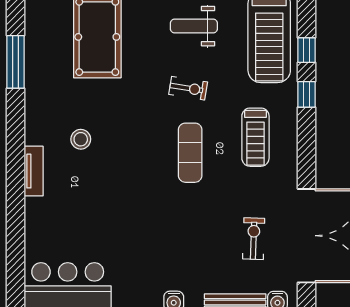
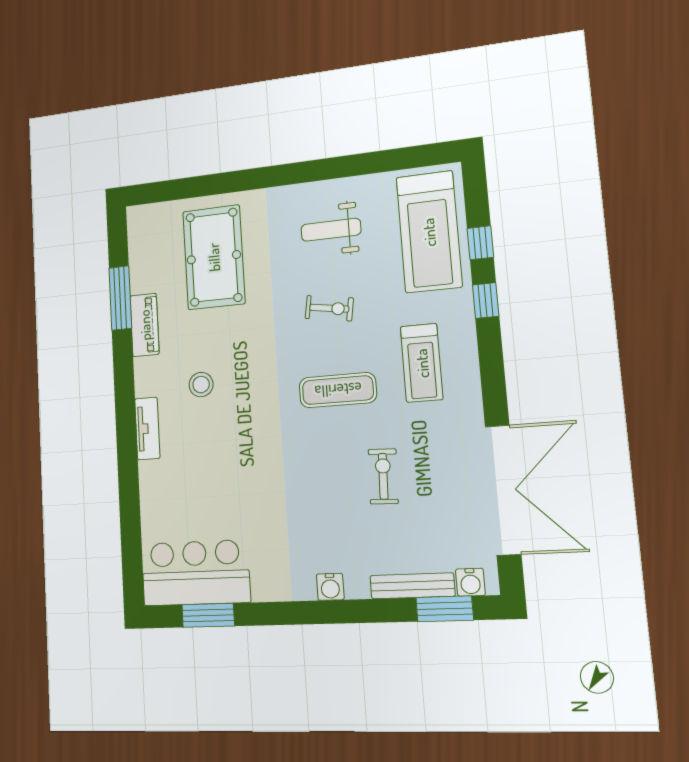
piano: (35, 86) -> (145, 325), added
exercise mat: (190, 153) -> (338, 390), turned 90
exercise bike: (254, 239) -> (383, 476), moved

